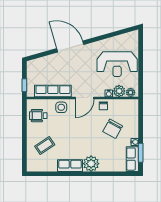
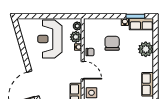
reception desk: (117, 64) -> (50, 39), turned 180
chair: (113, 129) -> (112, 43), turned -119
plant: (91, 164) -> (146, 49), moved

